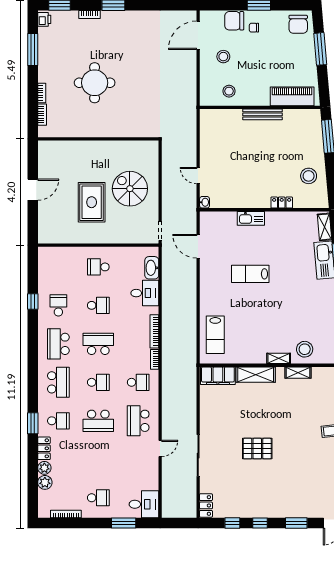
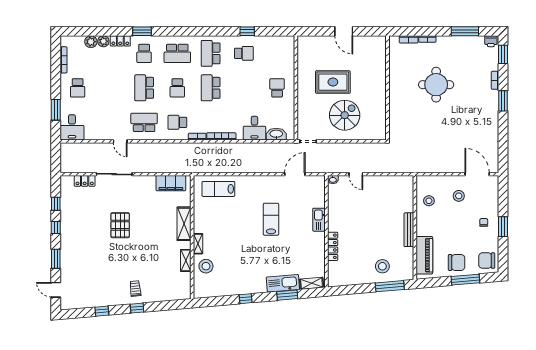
chair: (234, 21) -> (457, 262), moved, turned 90
door: (198, 176) -> (356, 174), swing flipped
stool: (309, 176) -> (382, 266), moved
locker: (282, 203) -> (333, 246), width x1.53
school desk: (98, 305) -> (244, 88), removed
school desk: (58, 344) -> (211, 53), turned -90
school desk: (98, 344) -> (211, 88), turned 180
filing cabinet: (218, 376) -> (171, 183), moved, turned -90
school desk: (138, 382) -> (177, 122), turned 90
locker: (206, 505) -> (85, 181), moved

